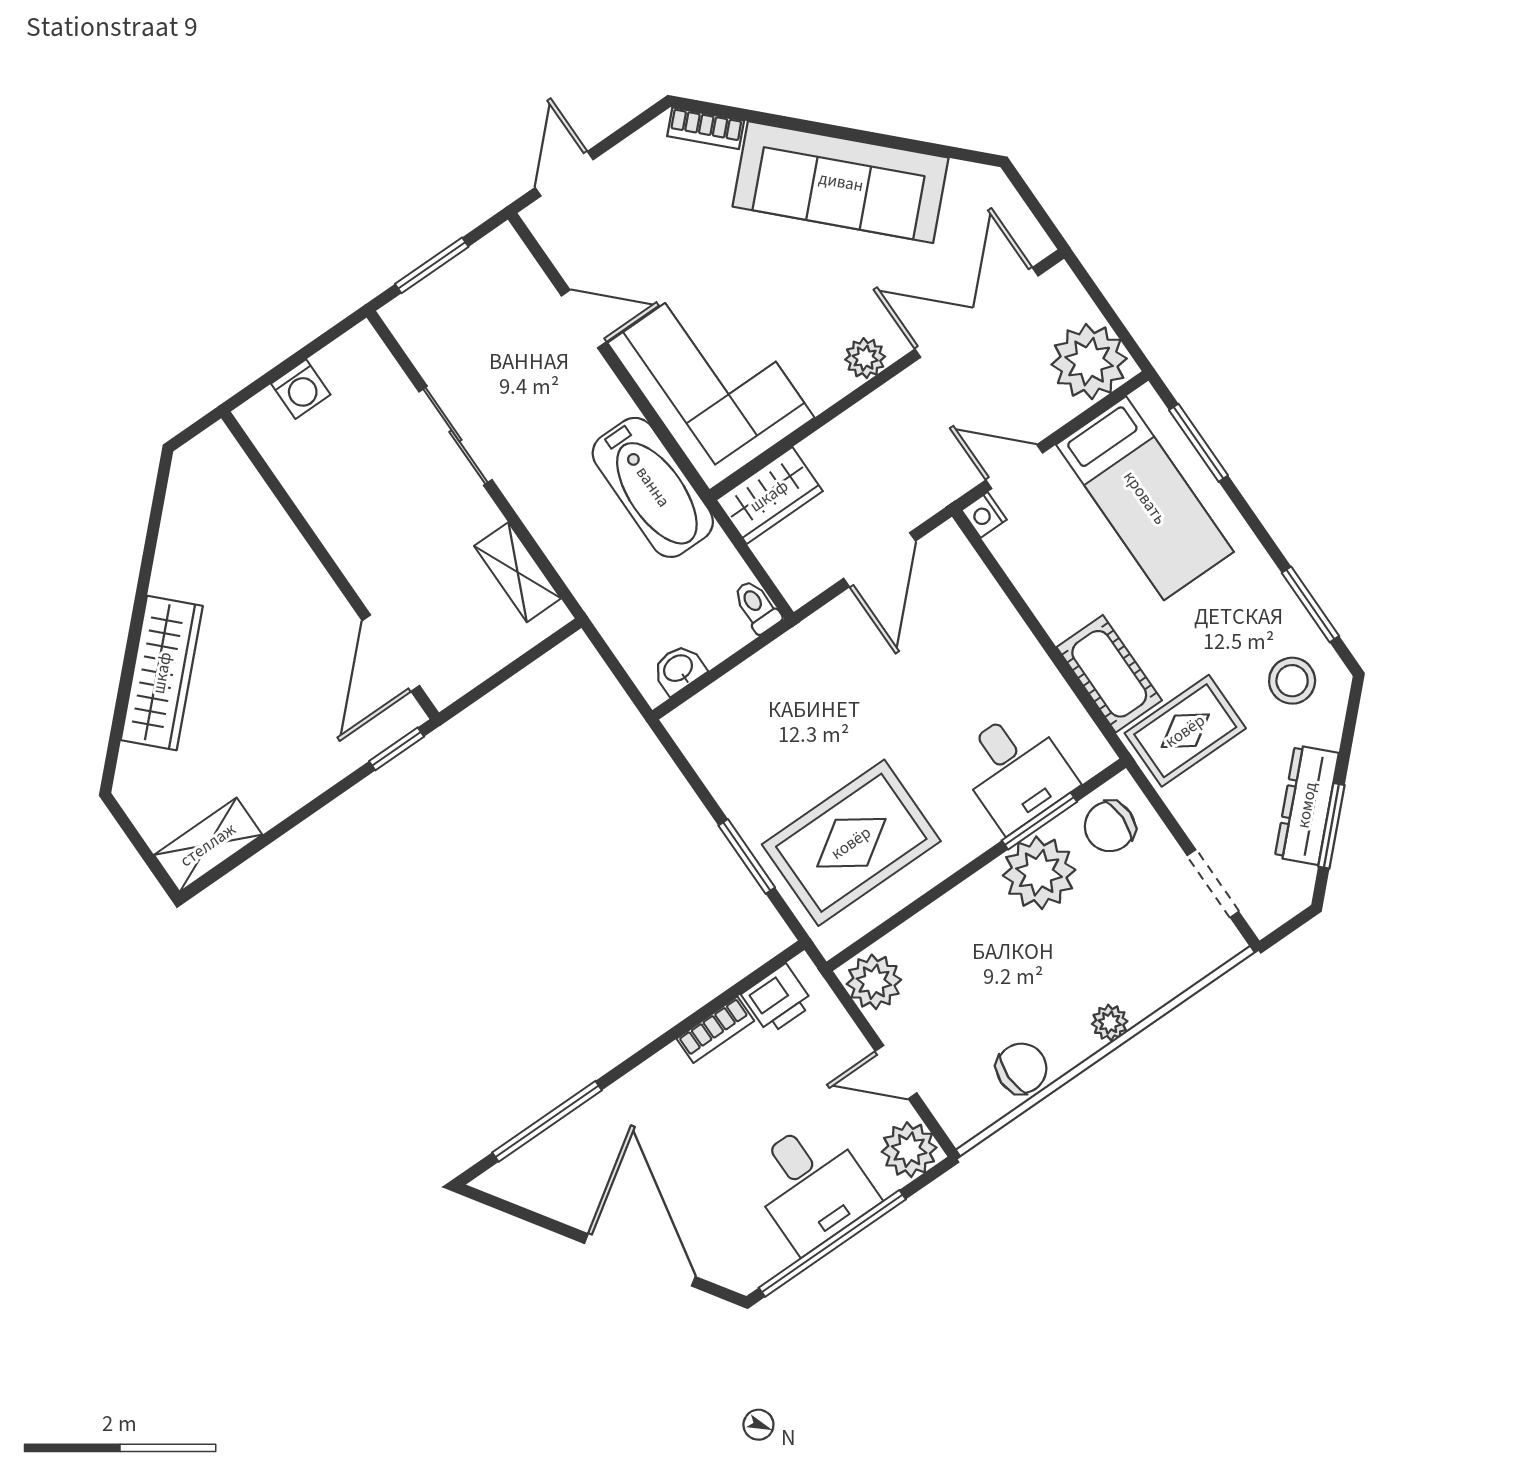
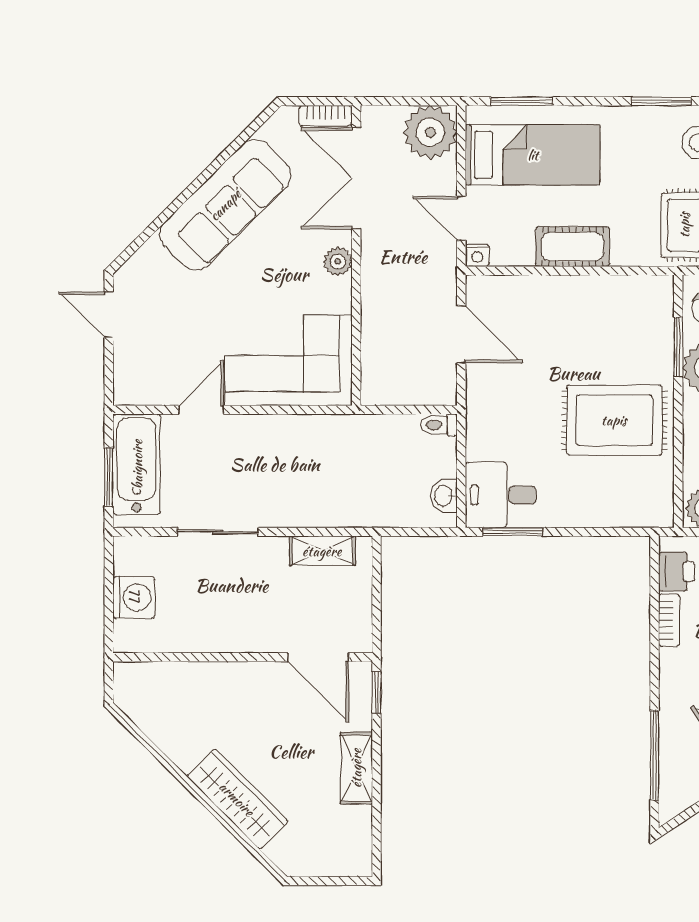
bookcase: (706, 128) -> (325, 116), moved, turned 45
door: (564, 174) -> (109, 315), moved
washing machine: (301, 389) -> (134, 597), width x1.38, depth x1.38
door: (1014, 467) -> (461, 218), hinge flipped
bathtub: (653, 487) -> (137, 464), moved, turned -90
wardrobe: (769, 496) -> (379, 373), removed
cot: (1109, 674) -> (573, 247), moved
desk: (1016, 770) -> (501, 495), moved, turned 180
rug: (851, 843) -> (614, 420), moved, turned 90
shelving: (208, 845) -> (356, 768), moved
window: (747, 856) -> (512, 532), moved

